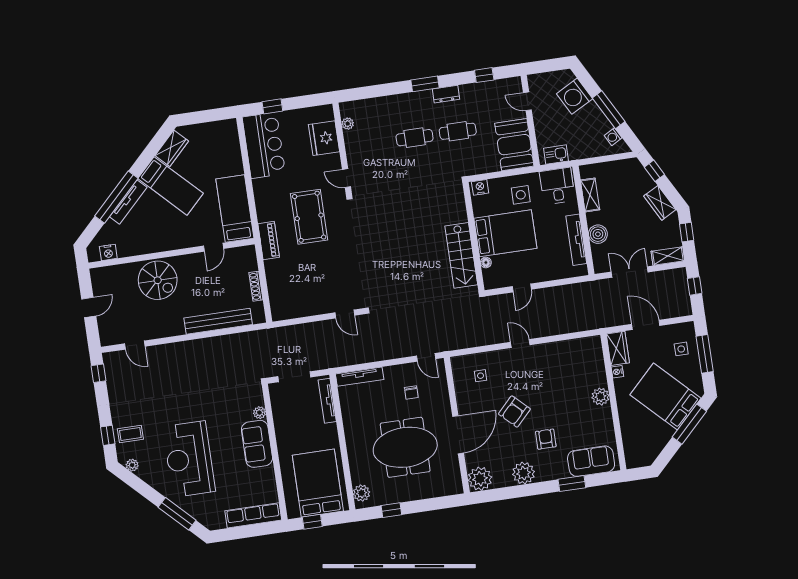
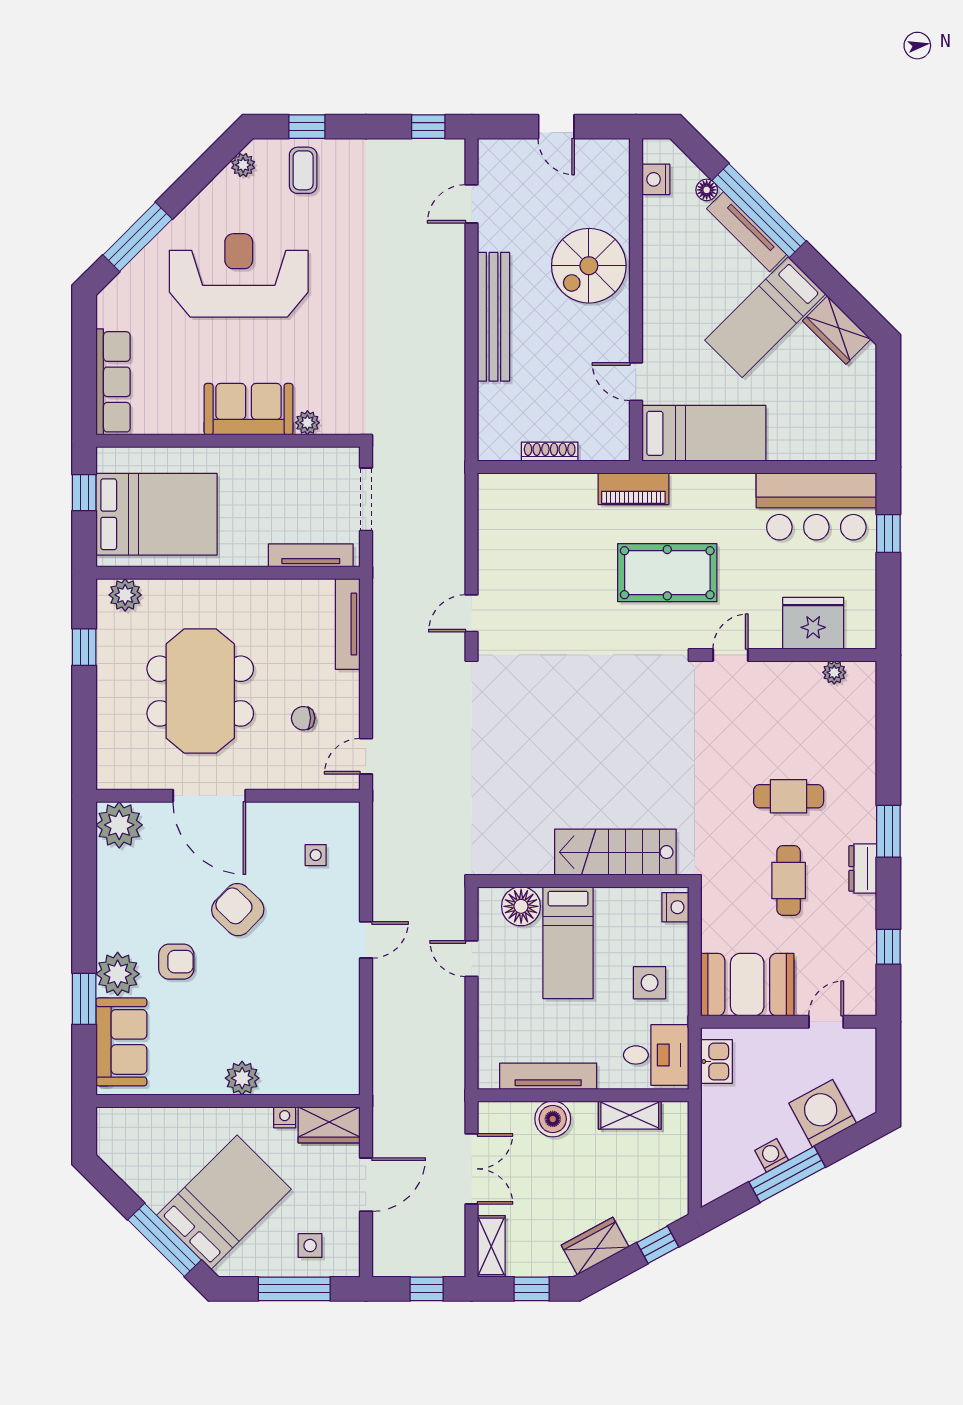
washing machine: (613, 137) -> (772, 1155), moved
cafe table: (415, 138) -> (789, 796), turned 90
floor lamp: (110, 226) -> (707, 190), added
bed: (505, 233) -> (568, 943), width x0.67
stairs: (461, 255) -> (615, 852), moved
floor lamp: (486, 263) -> (521, 906), width x1.89, depth x1.89
bench: (218, 321) -> (493, 317), moved
plant: (524, 473) -> (118, 974), moved

